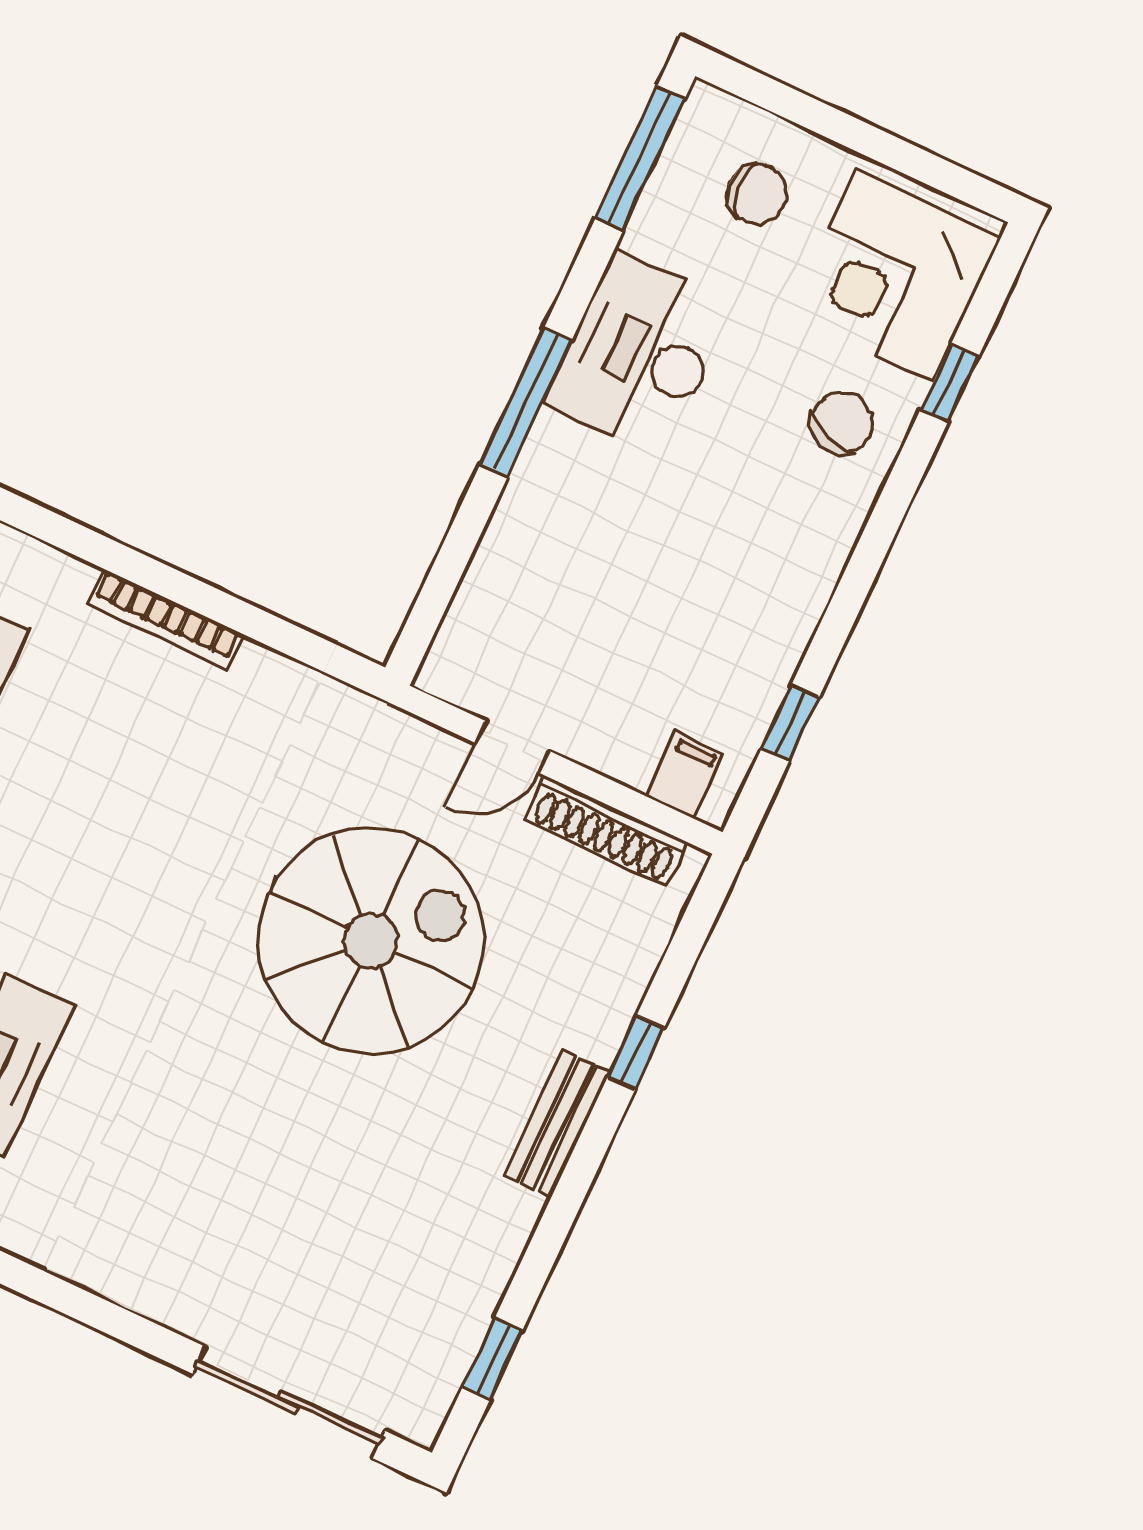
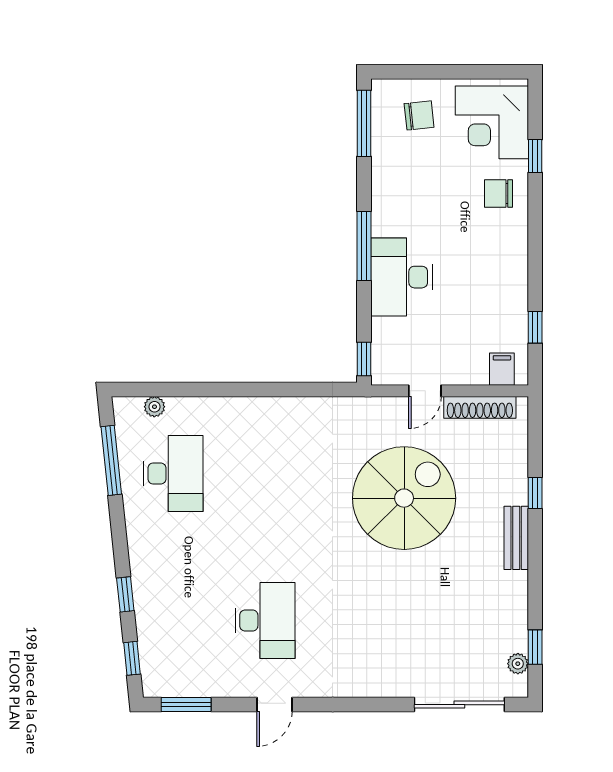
desk: (640, 354) -> (402, 277), moved
chair: (842, 423) -> (499, 194), turned -110
bookcase: (165, 619) -> (257, 405), removed
window: (421, 627) -> (364, 359), added
plant: (443, 1375) -> (518, 664), added

